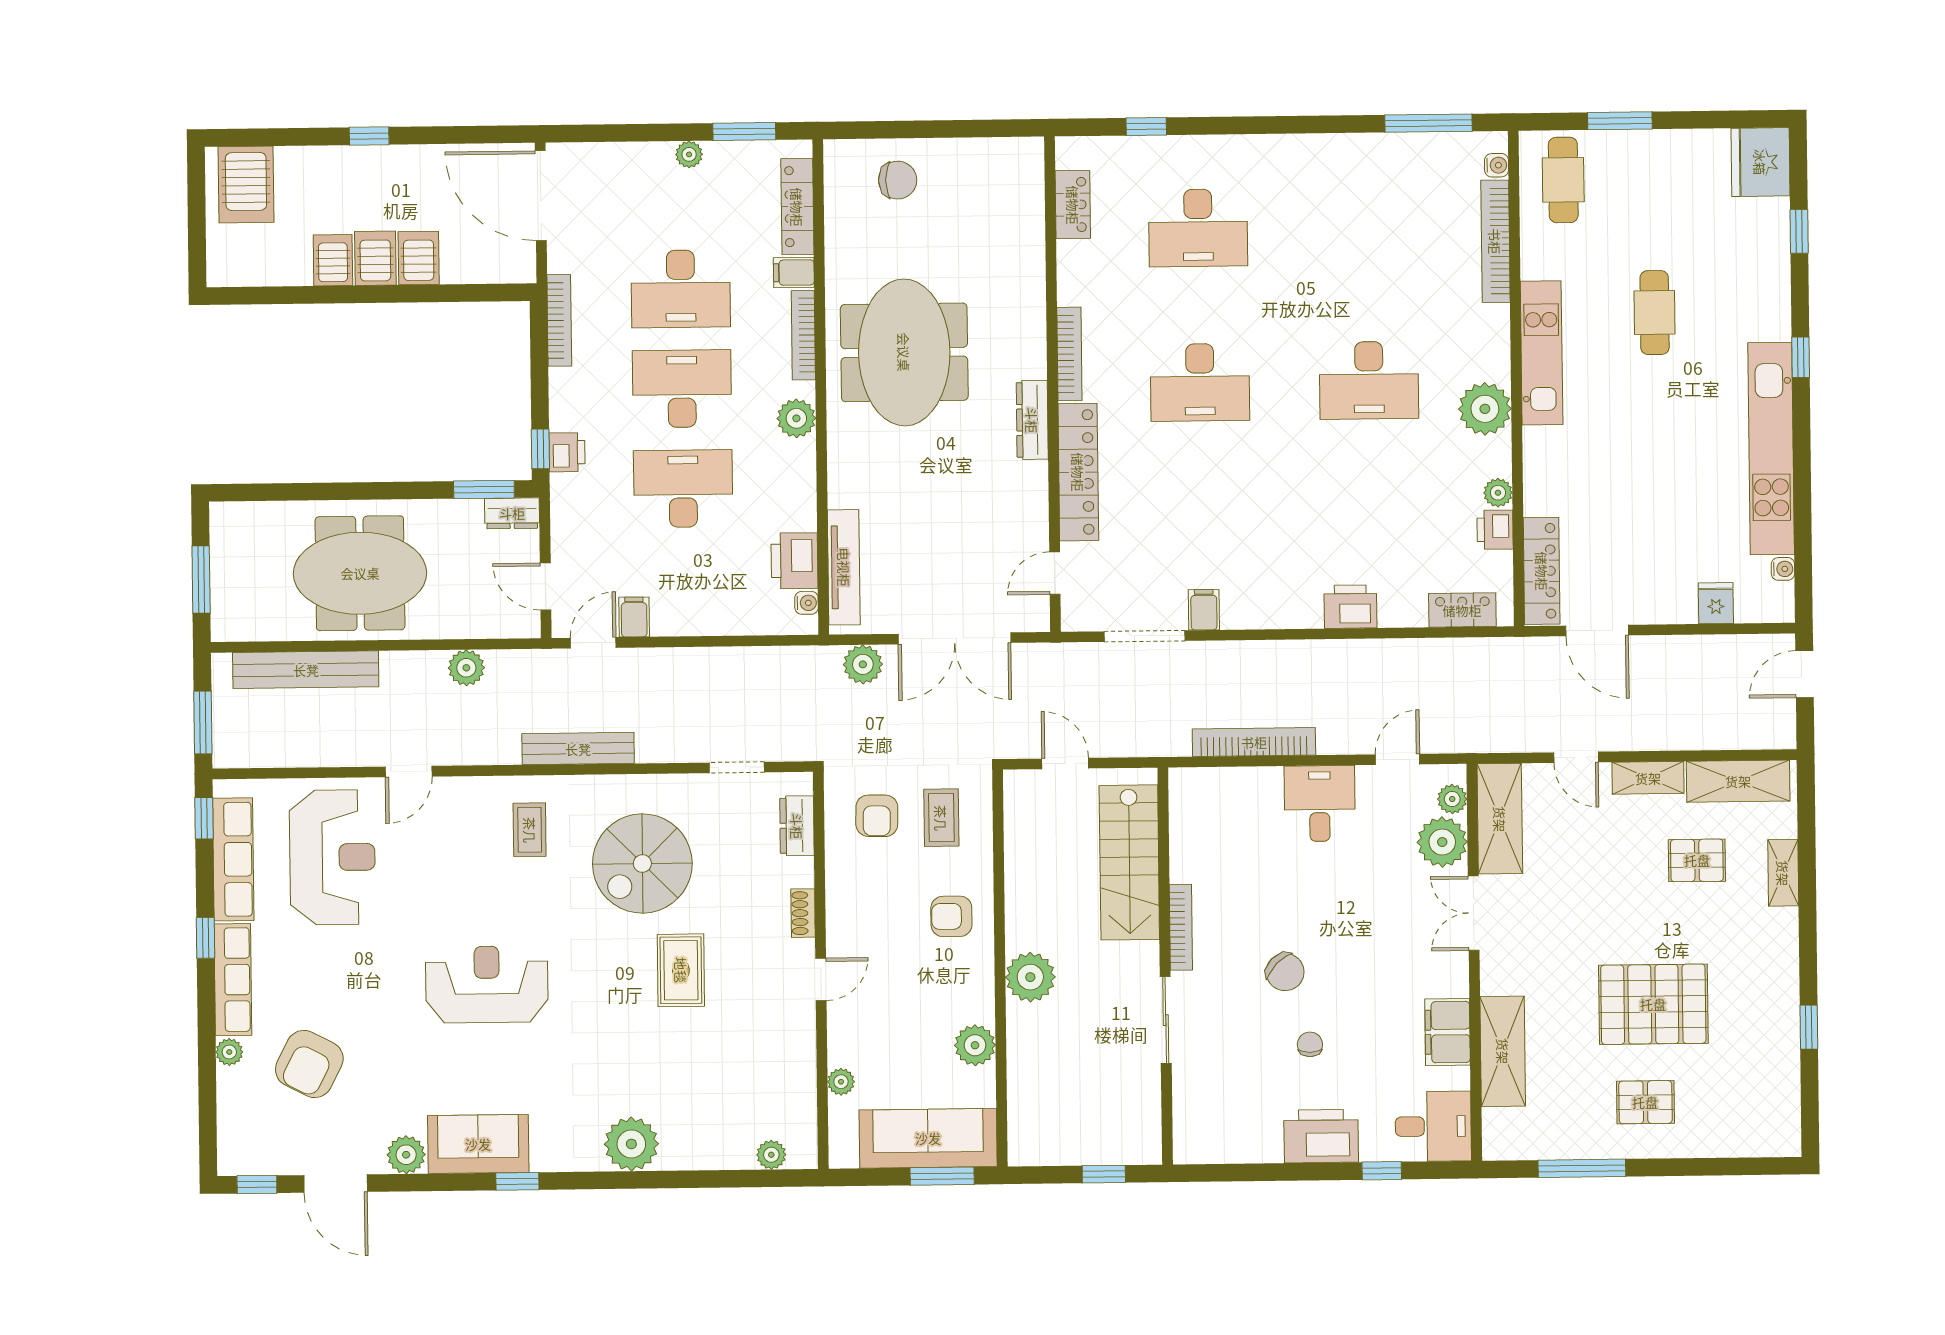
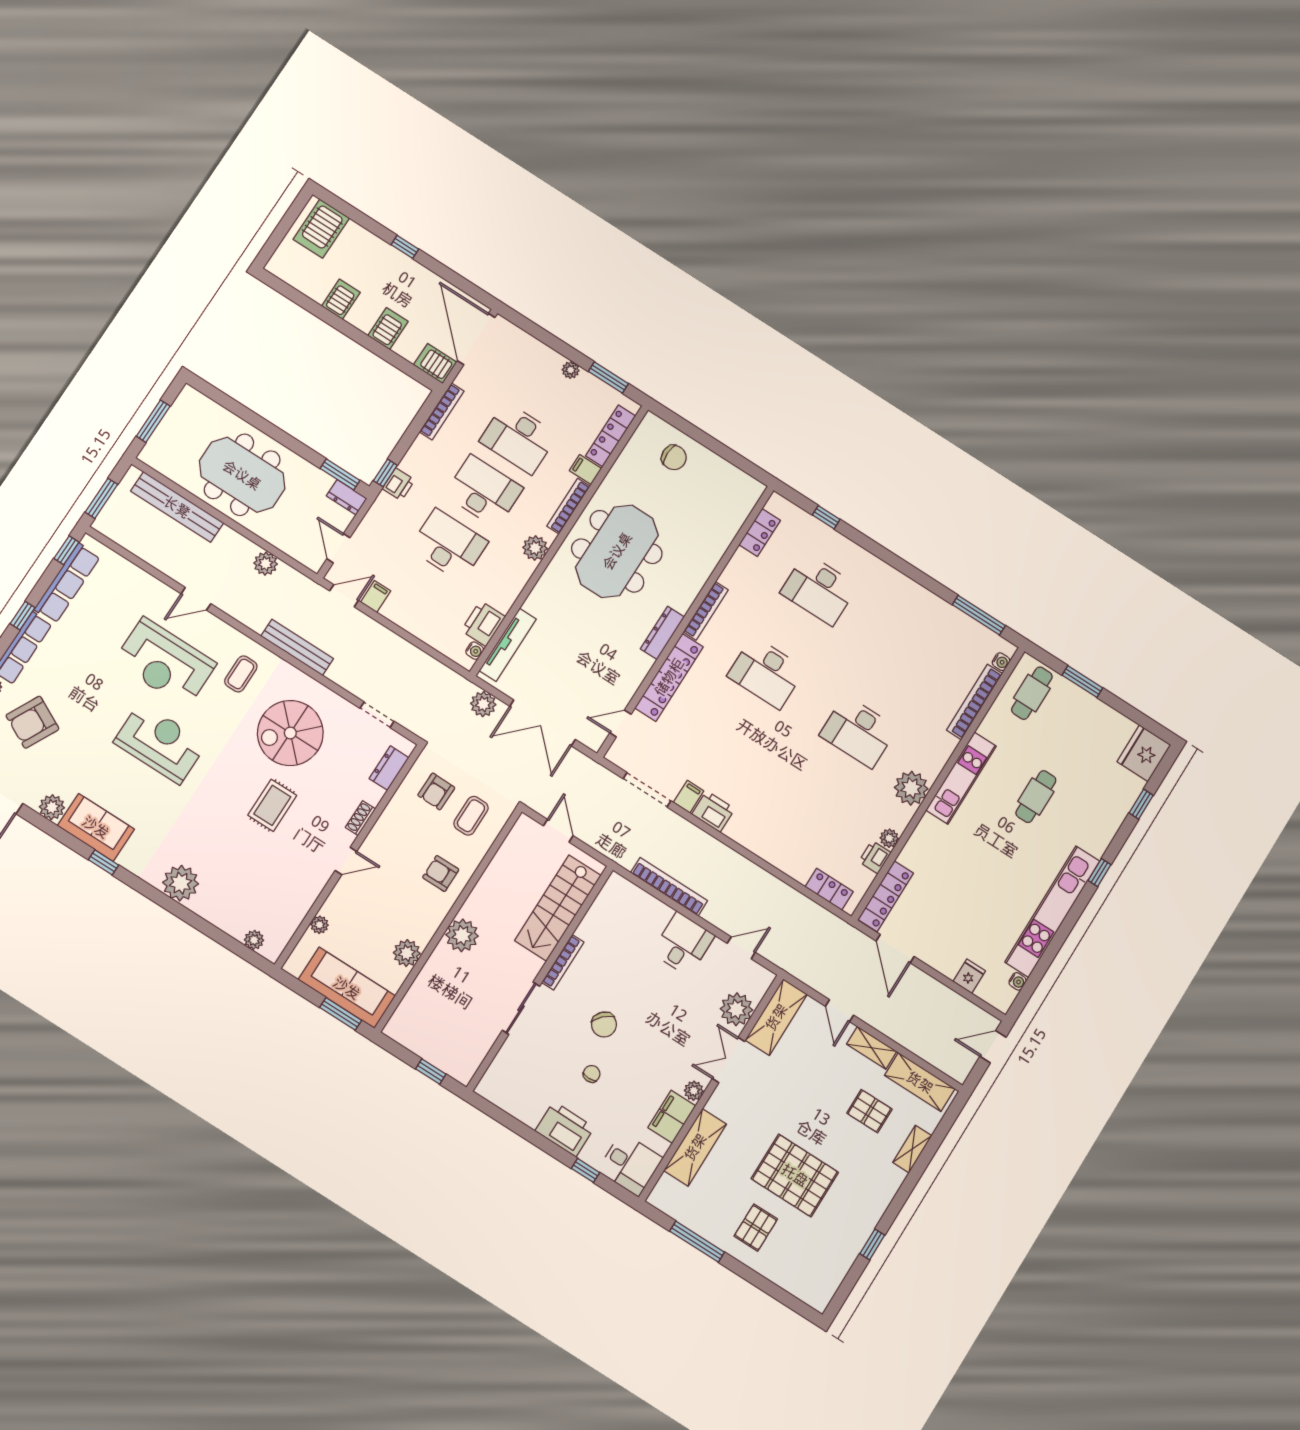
server rack: (375, 258) -> (435, 364), moved, turned -90
printer: (1350, 607) -> (713, 811), moved
plant: (1452, 799) -> (694, 1091), moved
reception desk: (332, 857) -> (165, 663), moved, turned 90
pallet: (1645, 1102) -> (756, 1228), turned 90

